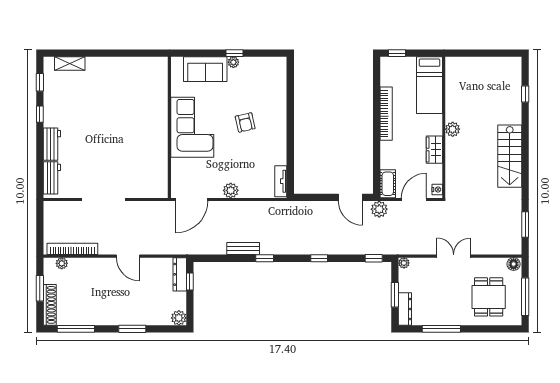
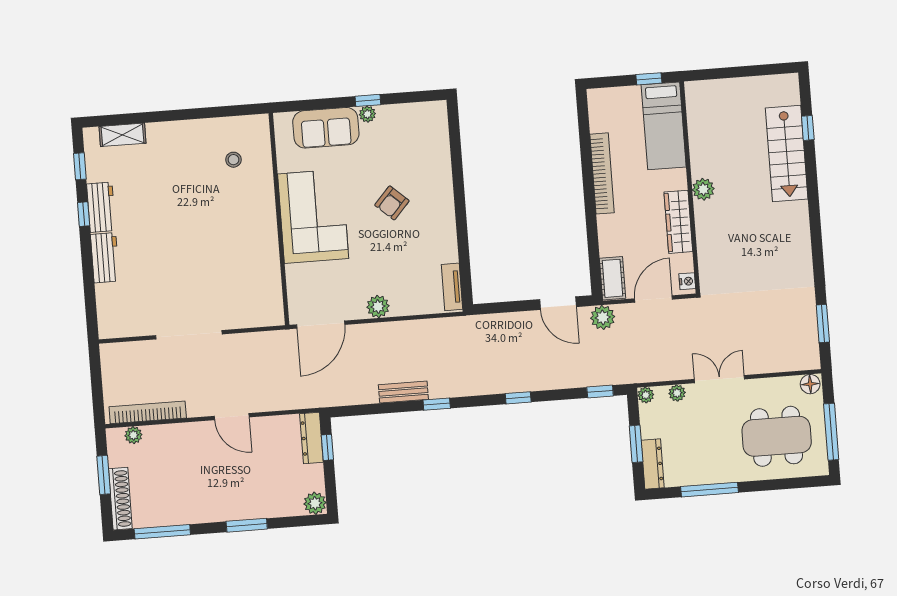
window: (397, 53) -> (649, 79), moved
stool: (142, 86) -> (233, 160), added
armchair: (245, 122) -> (392, 203), turned 55
wardrobe: (434, 150) -> (678, 222), width x1.50
stairs: (510, 156) -> (787, 154), moved
workbench: (52, 178) -> (101, 207), moved
plant: (425, 263) -> (677, 393), added
dining table: (489, 297) -> (777, 436), width x1.38

